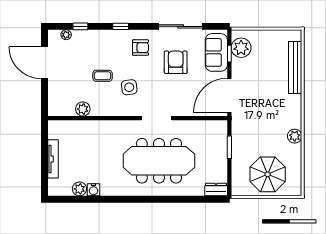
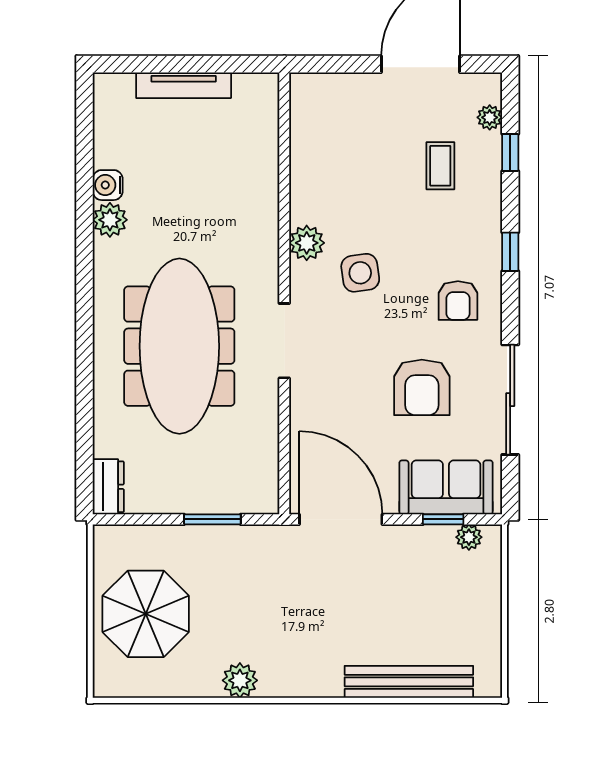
plant: (241, 48) -> (469, 537), width x0.53, depth x0.53
armchair: (176, 62) -> (422, 387), turned 90
coffee table: (103, 76) -> (440, 166), moved
plant: (83, 109) -> (307, 243), moved
plant: (79, 189) -> (110, 220), moved

